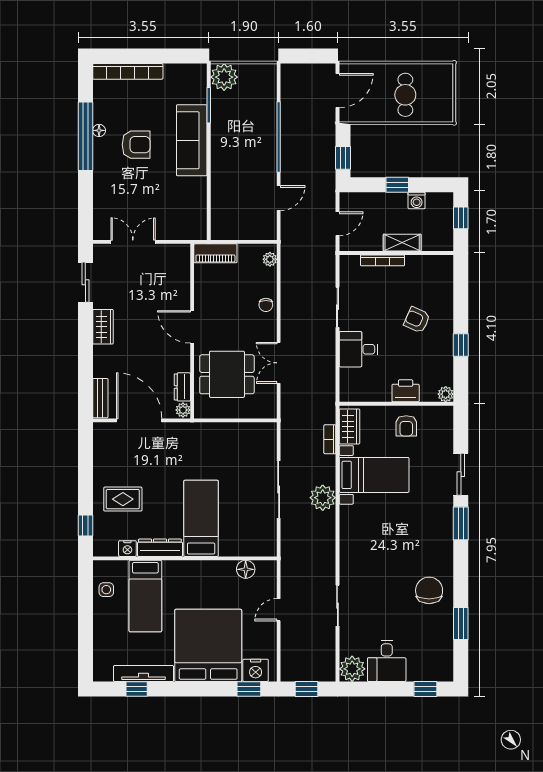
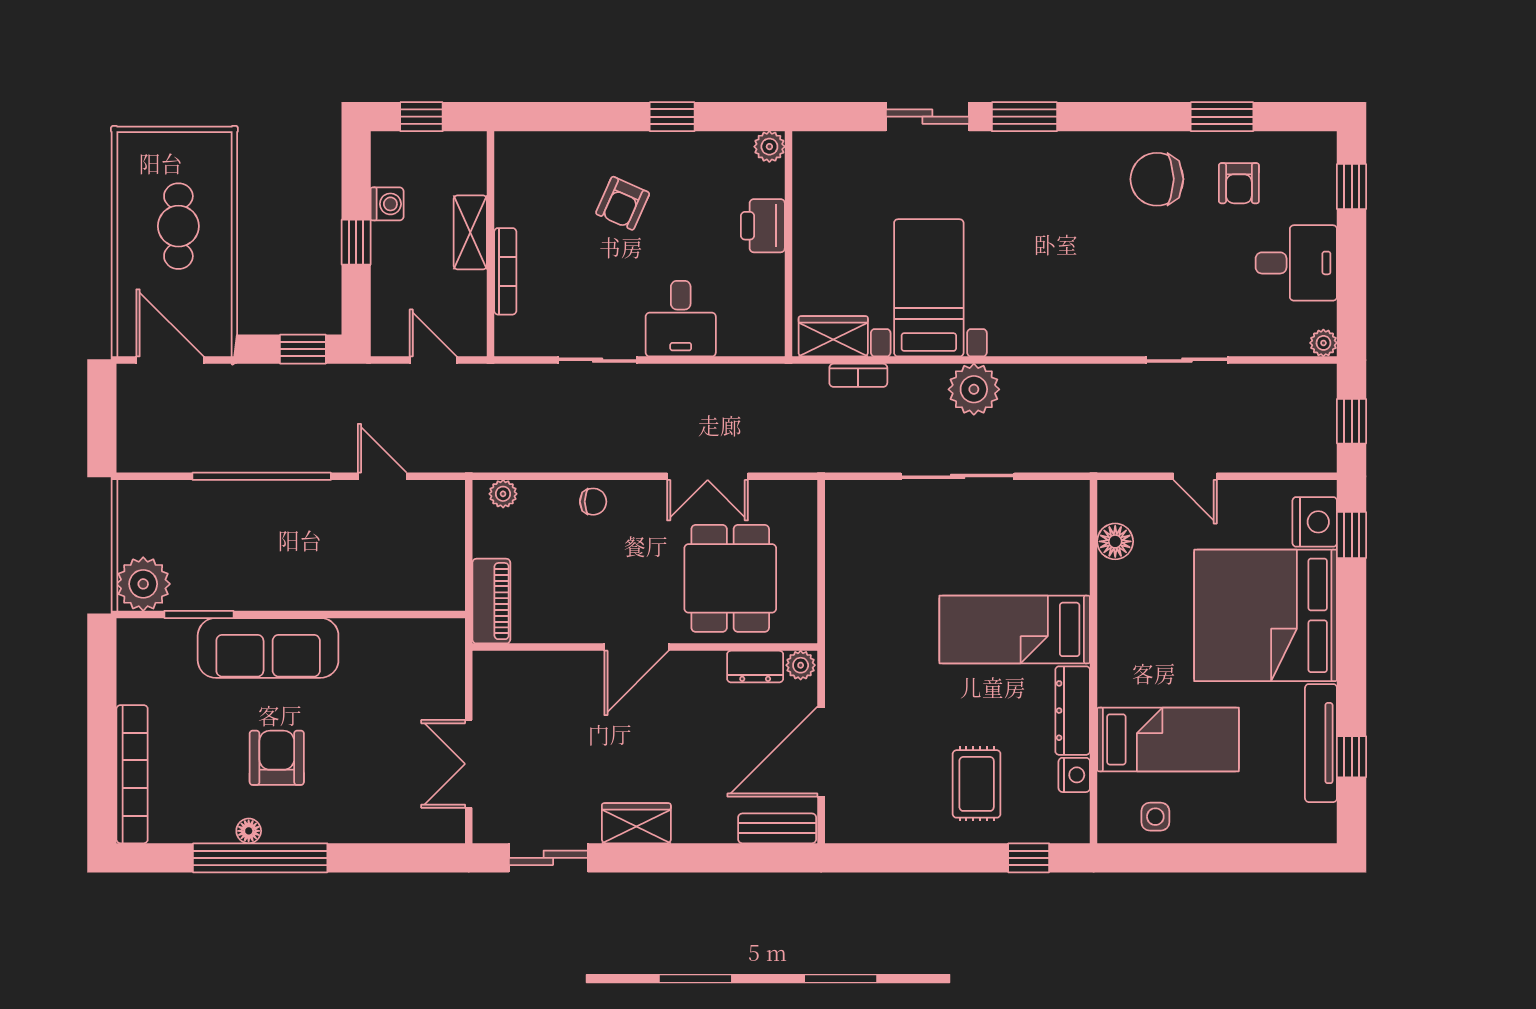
cafe table: (405, 95) -> (178, 226), turned 90
armchair: (406, 426) -> (1239, 183), moved, turned 90
plant: (352, 669) -> (1323, 343), width x0.53, depth x0.53

